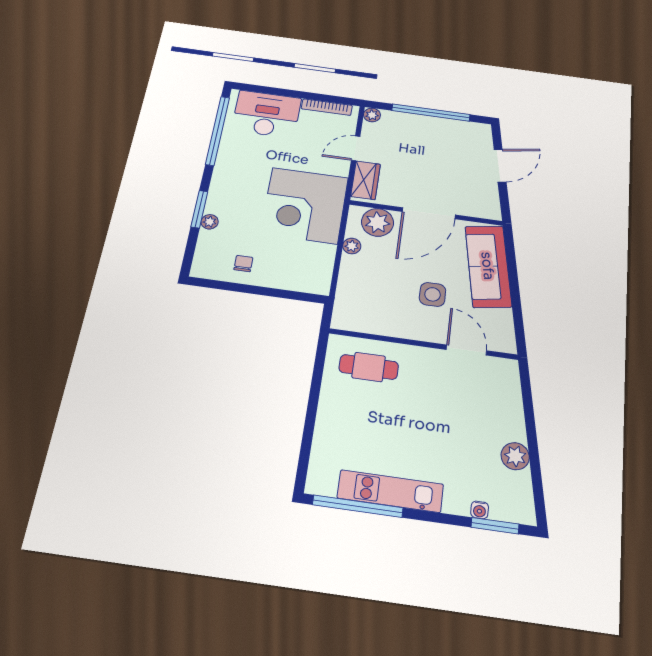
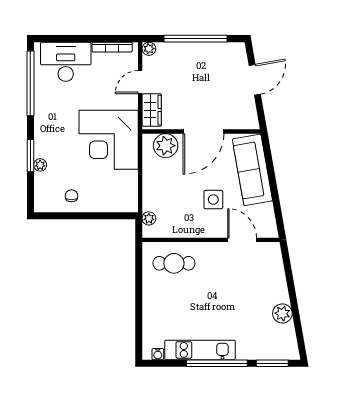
plant: (352, 246) -> (149, 218), moved
window: (358, 506) -> (217, 363), moved
water cooler: (480, 510) -> (158, 354), moved

